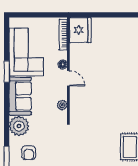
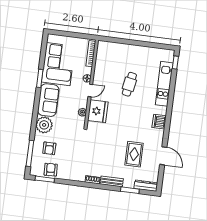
fridge: (80, 30) -> (98, 111), moved
cafe table: (114, 65) -> (129, 84), added
door: (68, 78) -> (90, 90), hinge flipped

